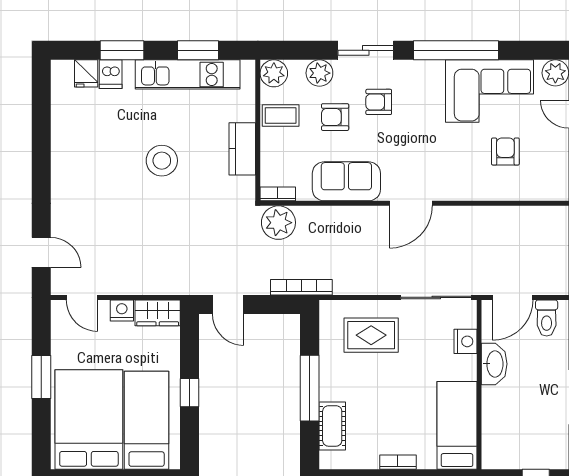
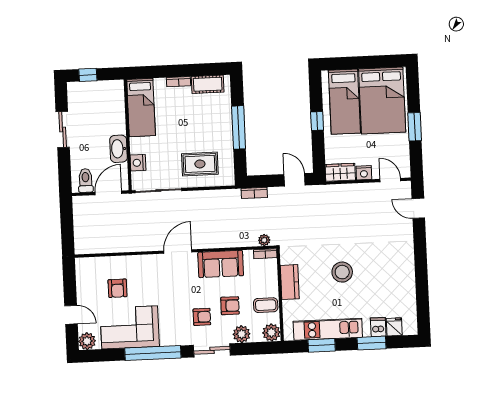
plant: (278, 223) -> (264, 240), width x0.53, depth x0.53
bookcase: (301, 287) -> (254, 193), width x0.64
cot: (332, 426) -> (208, 84), moved, turned 90

